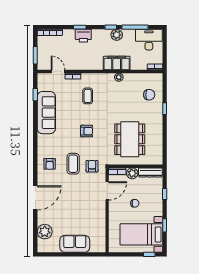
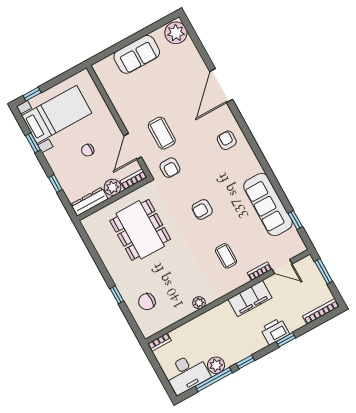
plant: (117, 35) -> (216, 365), moved
filing cabinet: (117, 63) -> (250, 299), moved
coffee table: (73, 164) -> (162, 133), moved
plant: (45, 232) -> (176, 33), moved

